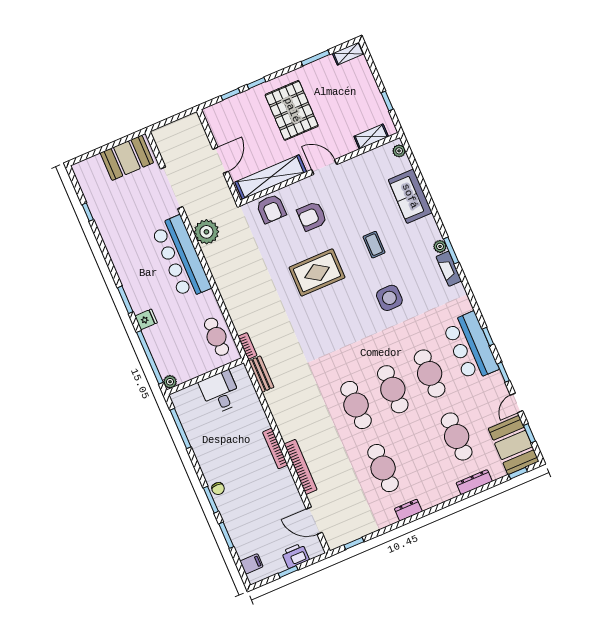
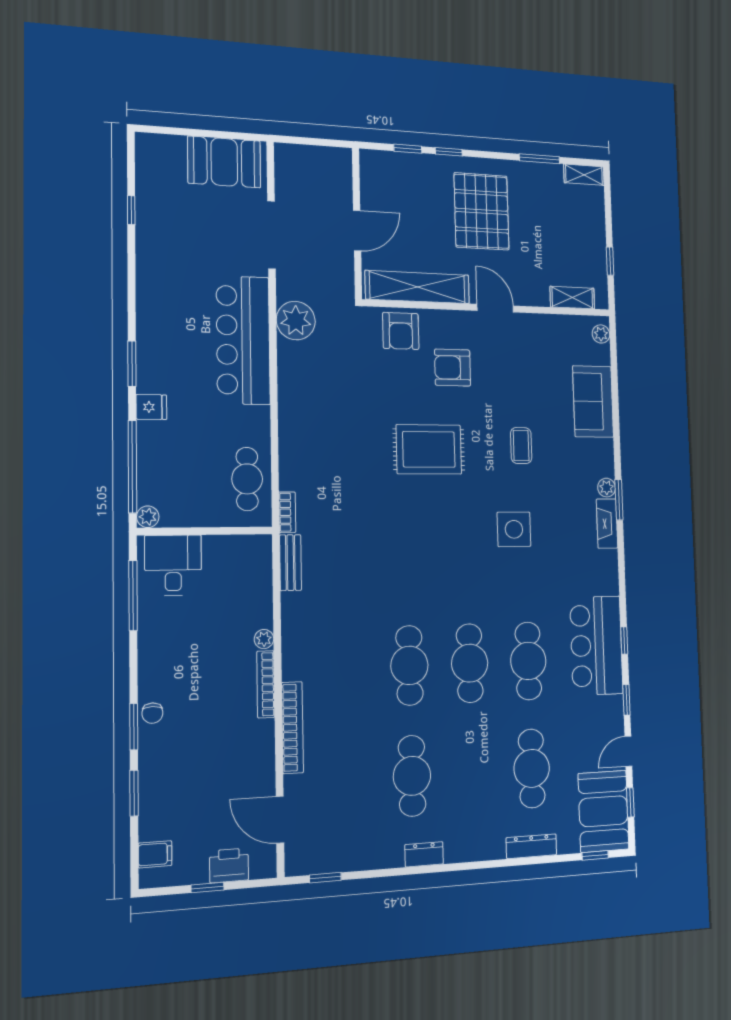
desk: (220, 392) -> (173, 565), moved
plant: (264, 424) -> (264, 639), added

